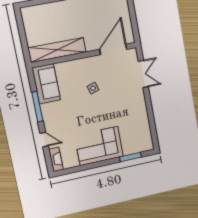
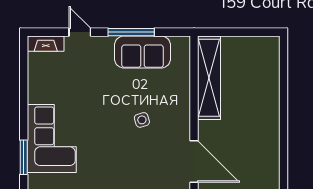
sofa: (46, 84) -> (143, 52), moved
door: (44, 140) -> (80, 32), swing flipped
corner sofa: (99, 146) -> (52, 138), moved

